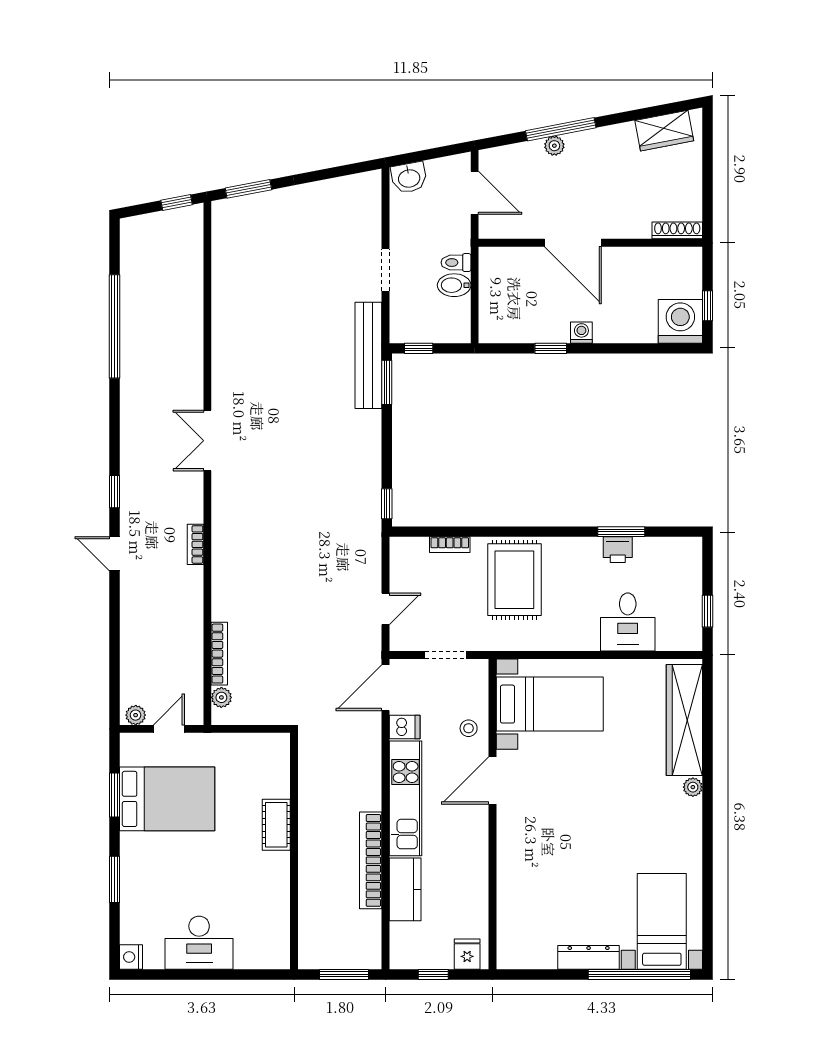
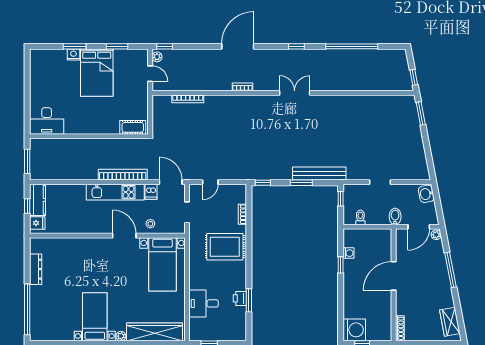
plant: (554, 146) -> (436, 235), moved
toilet: (456, 263) -> (360, 217), moved
bidet: (454, 285) -> (395, 216), moved
washing machine: (581, 333) -> (349, 253), moved
bench: (368, 355) -> (319, 174), moved
window: (387, 382) -> (301, 183), moved
window: (115, 492) -> (296, 46), moved
door: (115, 554) -> (238, 46), width x1.88
door: (386, 609) -> (210, 182), hinge flipped
plant: (221, 697) -> (166, 100), removed
window: (115, 700) -> (165, 46), added
bed: (167, 799) -> (97, 73), moved
cot: (276, 825) -> (133, 127), moved
bookcase: (371, 860) -> (123, 175), moved
kitchen counter: (405, 889) -> (37, 200), moved, turned -90
bed with nightstands: (662, 921) -> (95, 317), moved, turned -90
desk: (199, 943) -> (47, 121), moved, turned -90
nightstand: (131, 957) -> (73, 55), moved
dresser: (589, 957) -> (36, 269), moved

